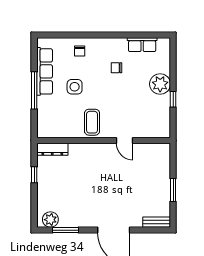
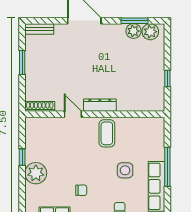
shoe rack: (156, 148) -> (40, 106), added
dresser: (52, 149) -> (100, 105), moved
plant: (66, 220) -> (133, 31), added

